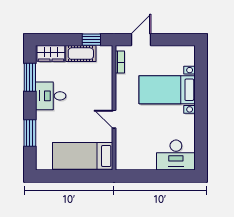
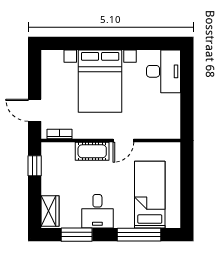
cot: (81, 54) -> (92, 151), moved, turned 90
bed with nightstands: (167, 90) -> (100, 81), width x1.36
window: (30, 133) -> (139, 235), width x1.44
bed: (83, 156) -> (150, 195), moved, turned 180

